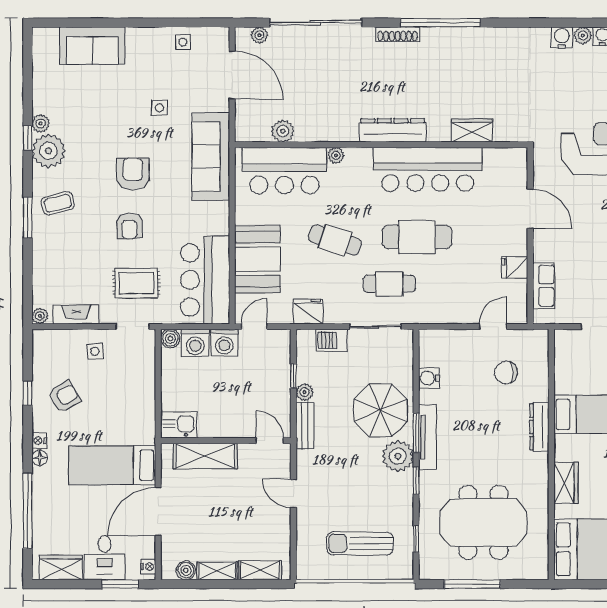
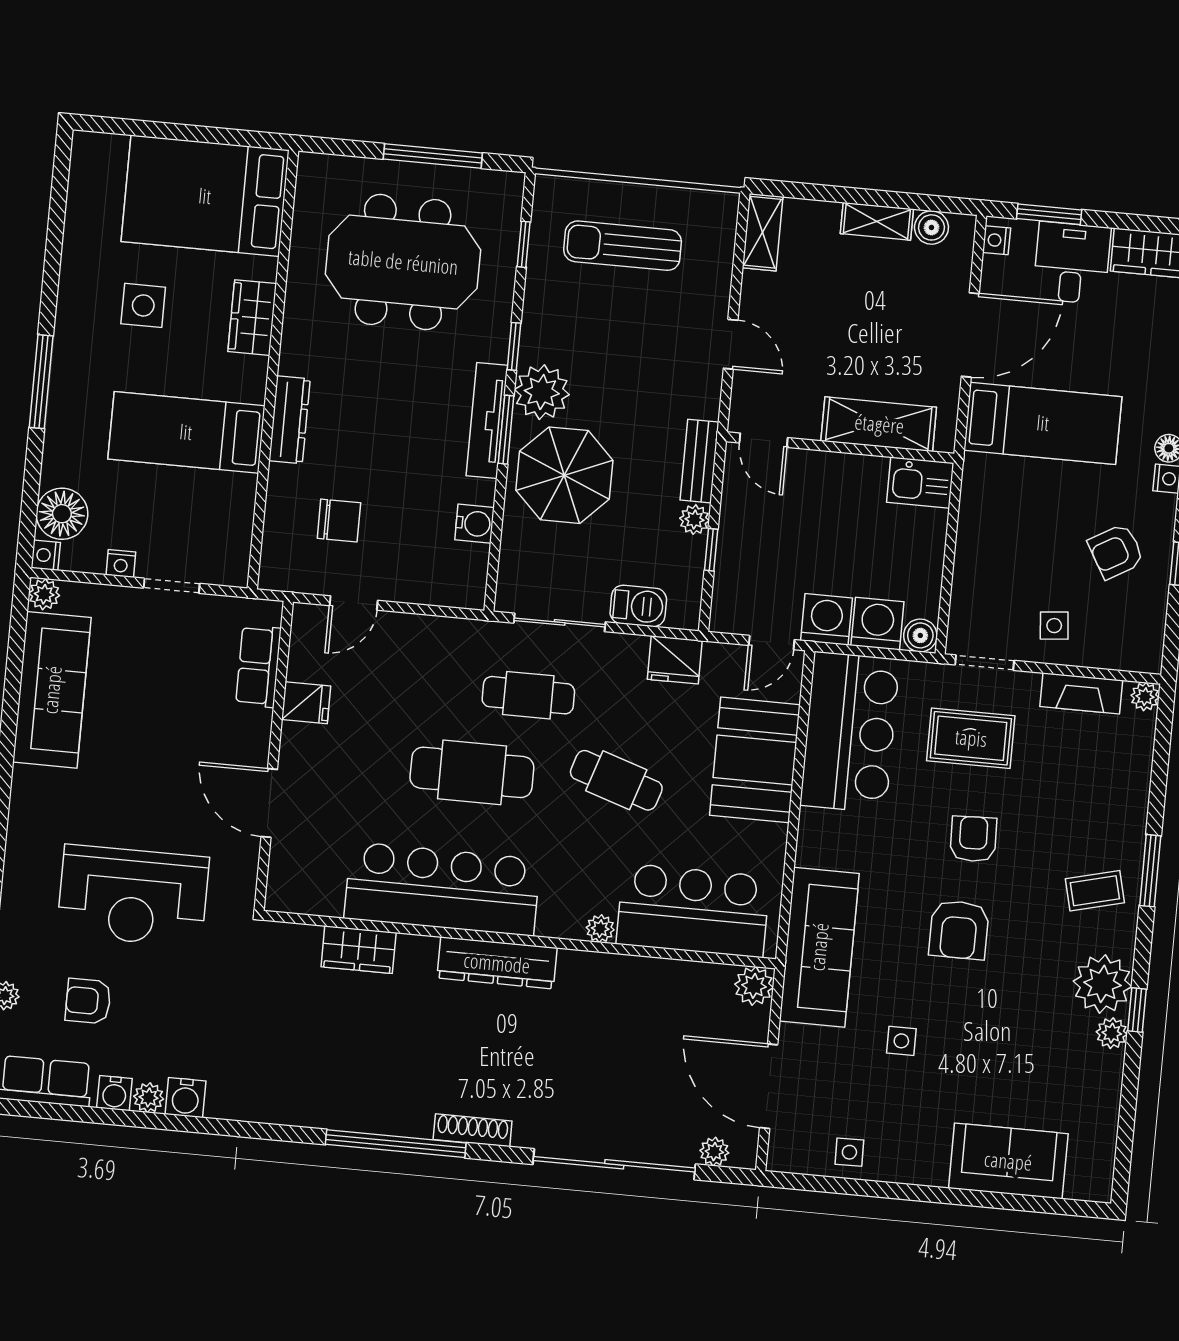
plant: (283, 131) -> (754, 986), moved
sun lounger: (360, 543) -> (623, 246), turned 180
shelving: (260, 570) -> (763, 232), moved, turned 90

